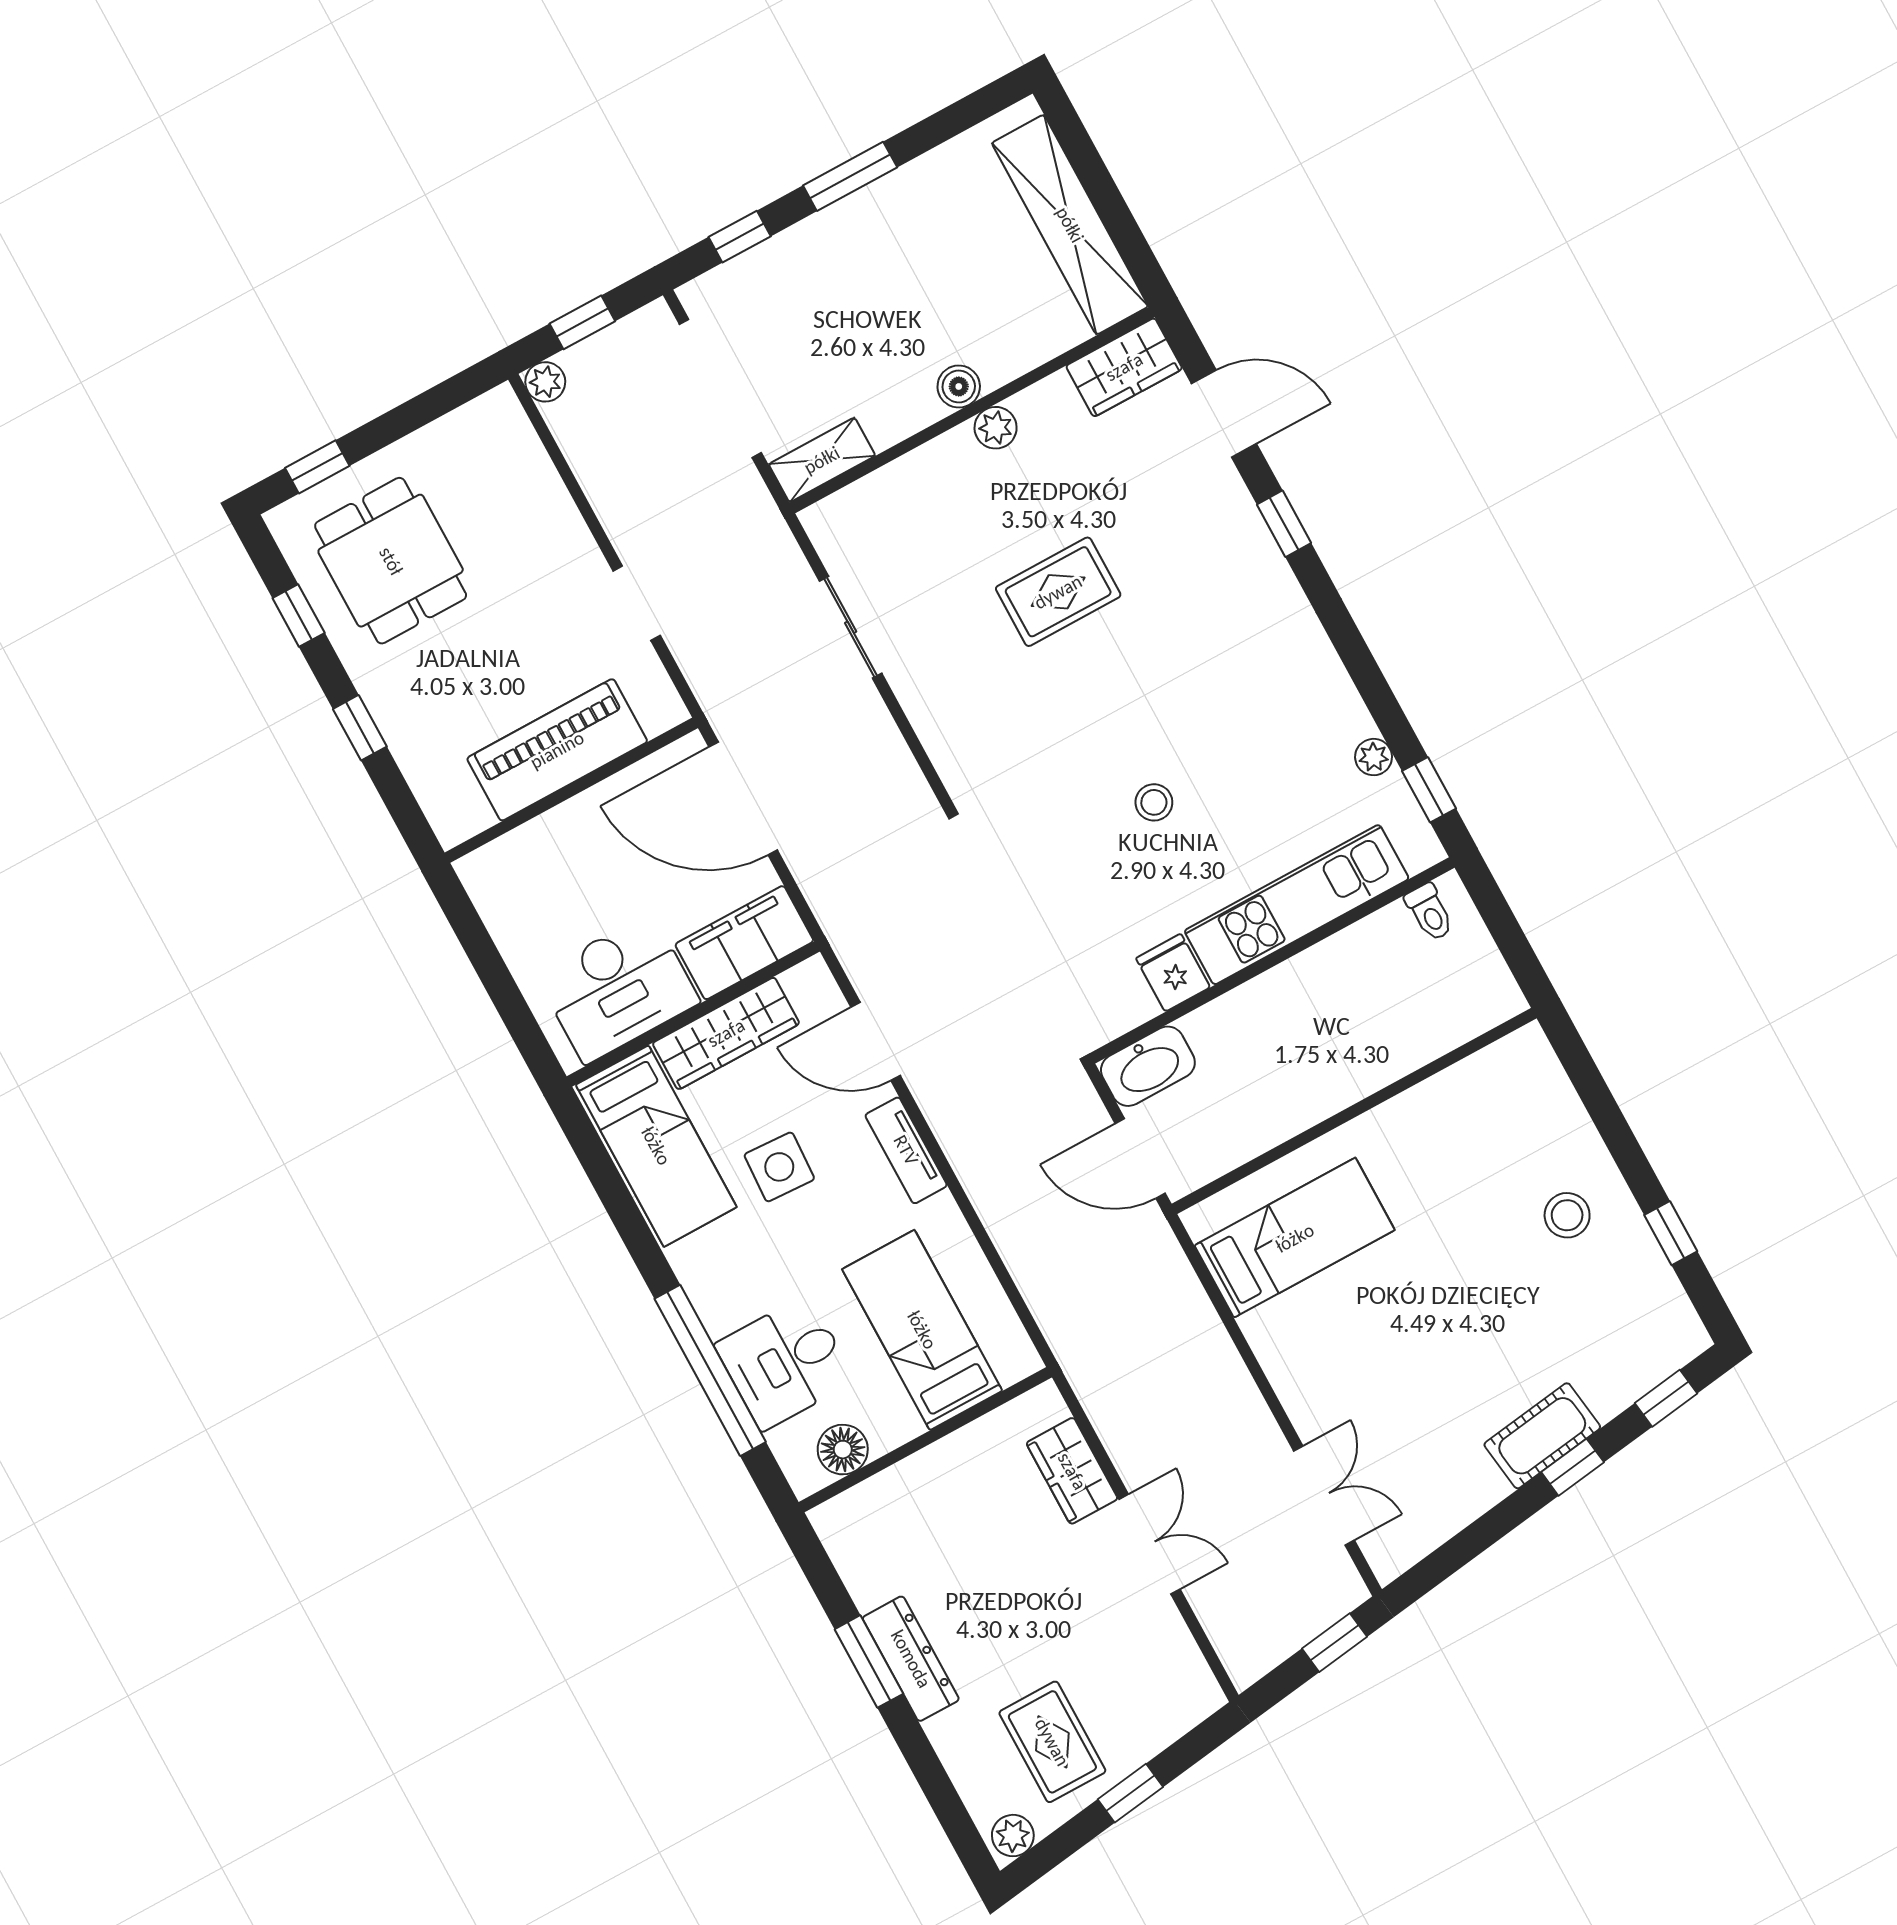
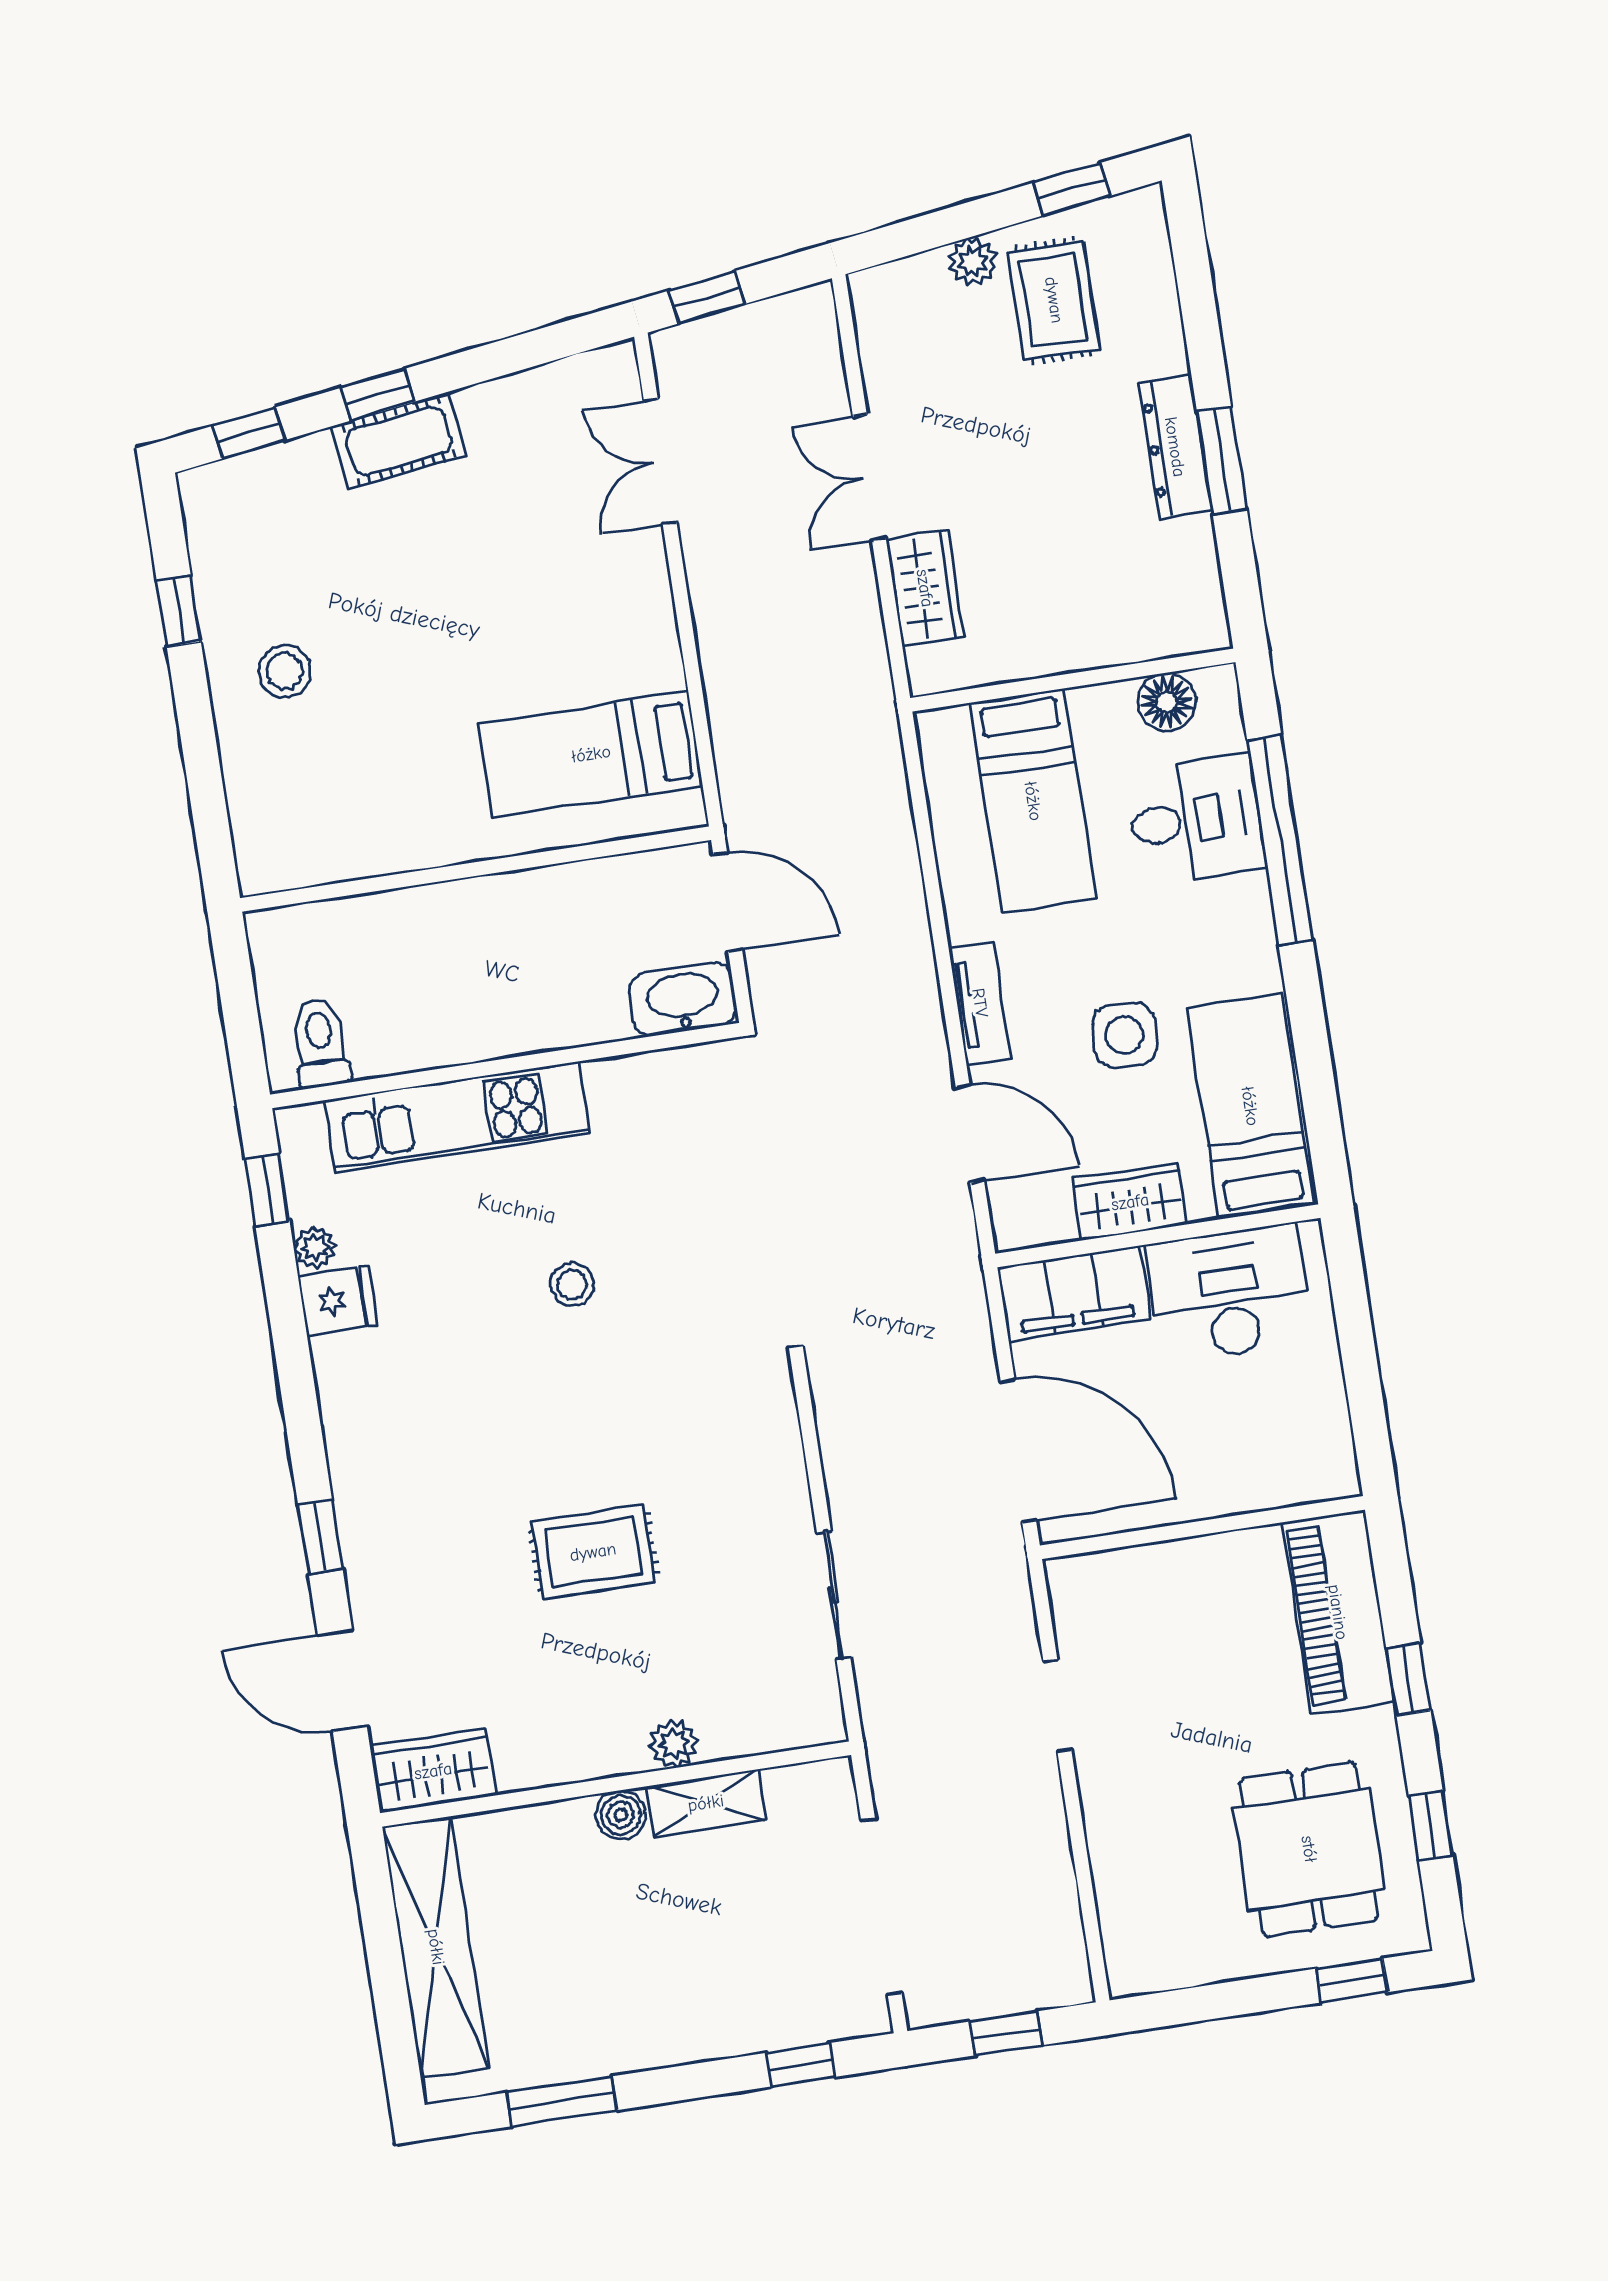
window: (850, 176) -> (562, 2101), moved
plant: (545, 382) -> (1070, 1983), removed
plant: (996, 428) -> (674, 1744), moved
shelving: (822, 460) -> (706, 1803), moved
piano: (557, 750) -> (1338, 1612), moved, turned 90
toilet: (1430, 912) -> (320, 1043), width x1.37, depth x1.39
fridge: (1173, 973) -> (338, 1300), moved, turned -90
wardrobe: (726, 1033) -> (1130, 1202), width x0.67
window: (1130, 1793) -> (1071, 189), moved
plant: (1013, 1836) -> (973, 261), moved

